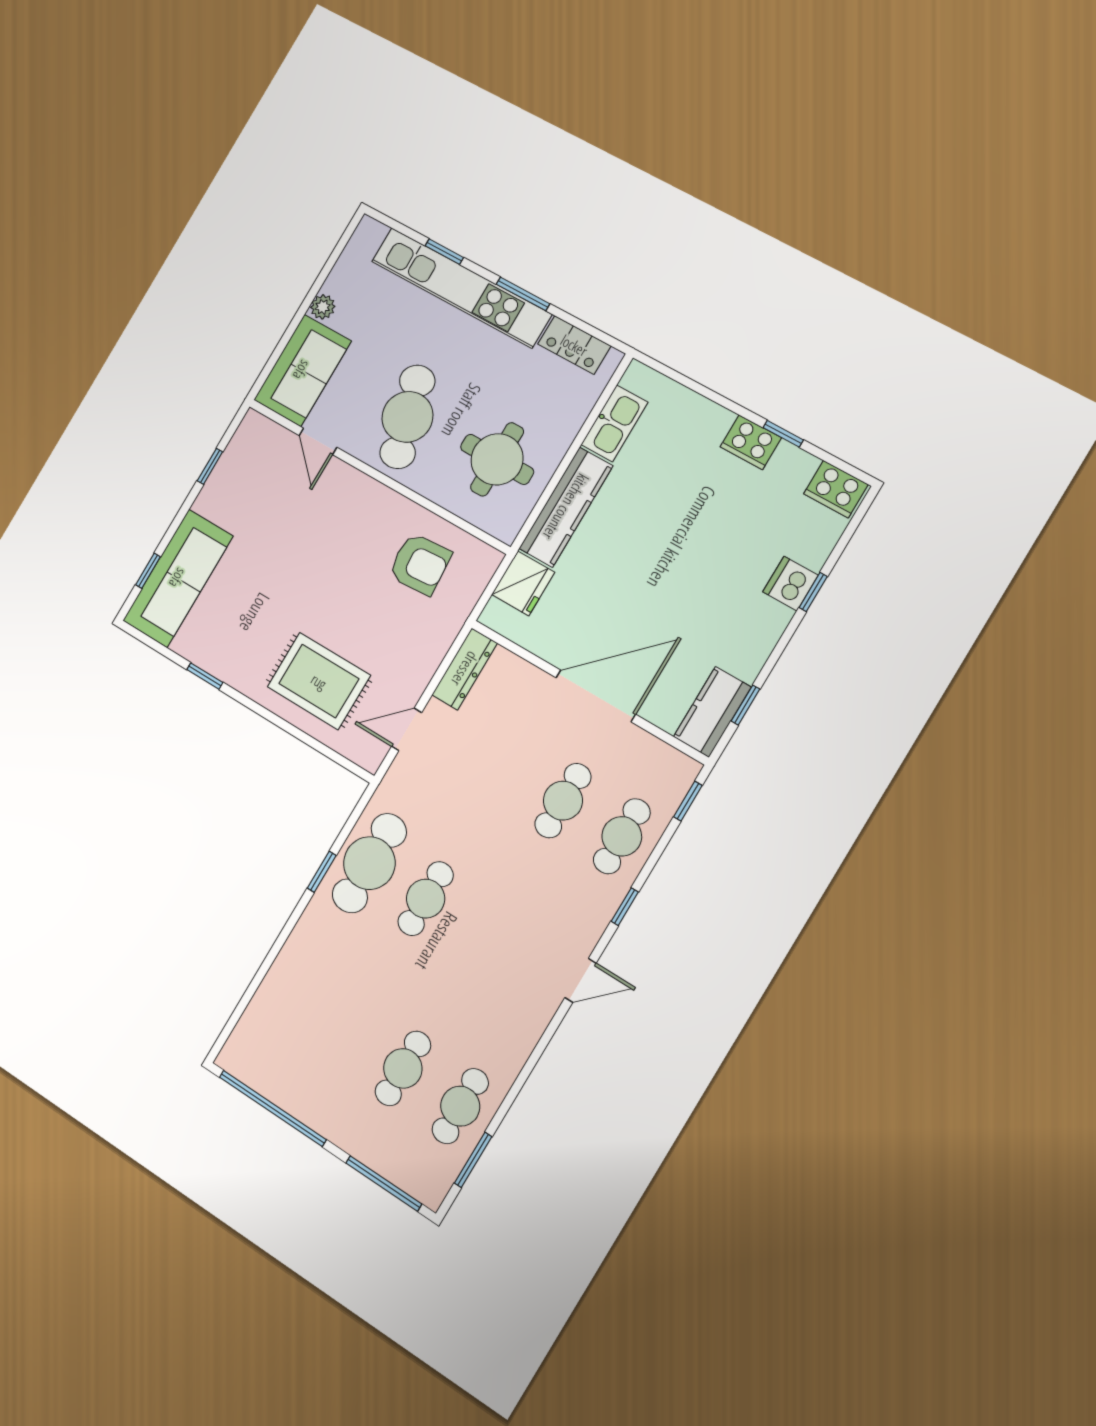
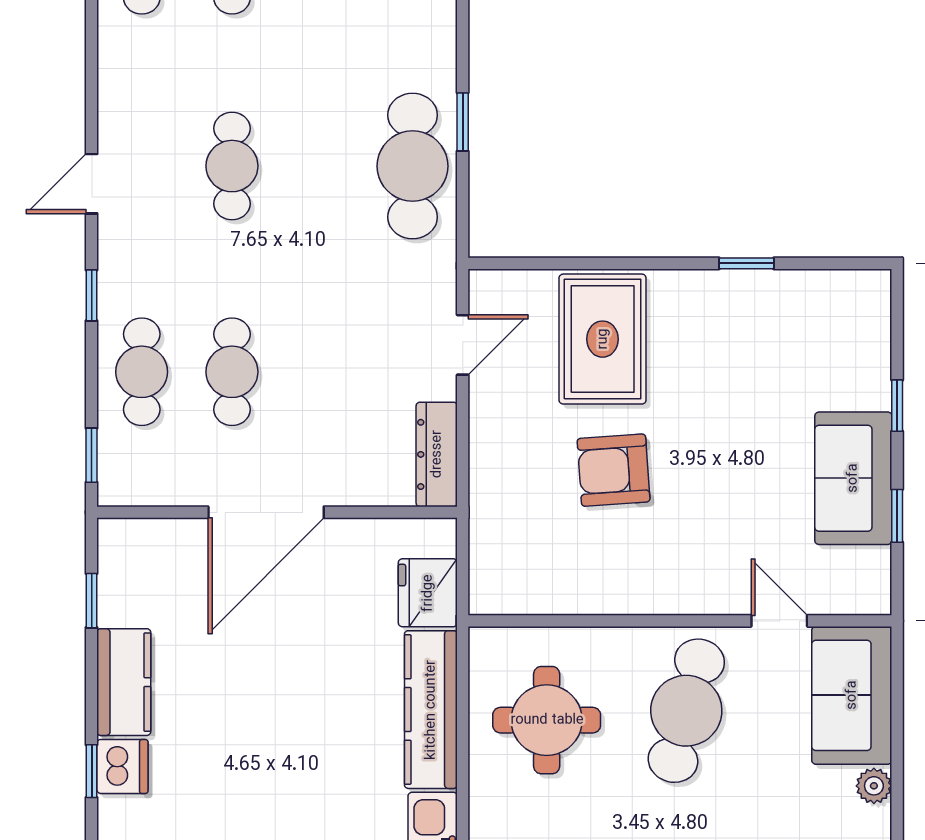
cafe table: (407, 417) -> (686, 711), turned 31
armchair: (420, 564) -> (614, 470), moved
window: (148, 571) -> (897, 406), moved
sofa: (178, 578) -> (853, 478), moved, width x0.73
rug: (319, 681) -> (603, 339), turned 90
kitchen counter: (712, 712) -> (124, 682), moved
cafe table: (426, 899) -> (232, 166), moved

